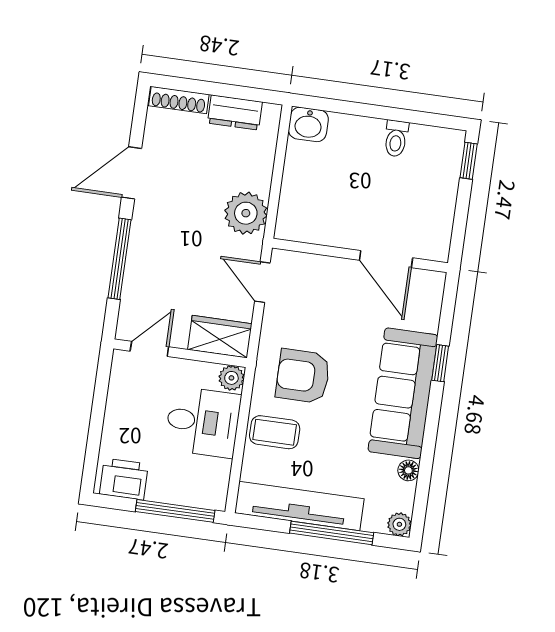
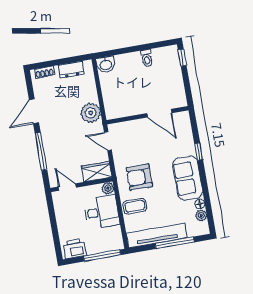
shoe rack: (179, 100) -> (45, 72), width x0.70
door: (149, 349) -> (67, 187), hinge flipped
sofa: (403, 393) -> (188, 178), width x0.73
plant: (399, 524) -> (201, 215), moved

